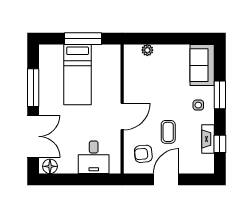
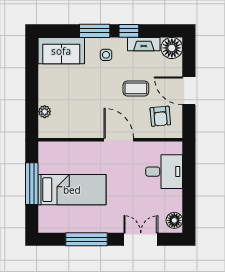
double door: (33, 136) -> (141, 239), width x0.73
window: (220, 144) -> (129, 31), moved
floor lamp: (204, 164) -> (172, 48), added

